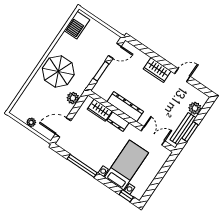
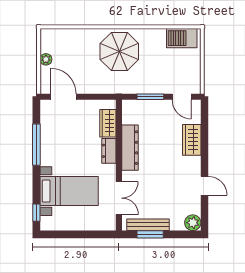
wardrobe: (157, 70) -> (192, 140), moved
plant: (73, 98) -> (102, 86), removed
plant: (195, 108) -> (193, 223), moved

